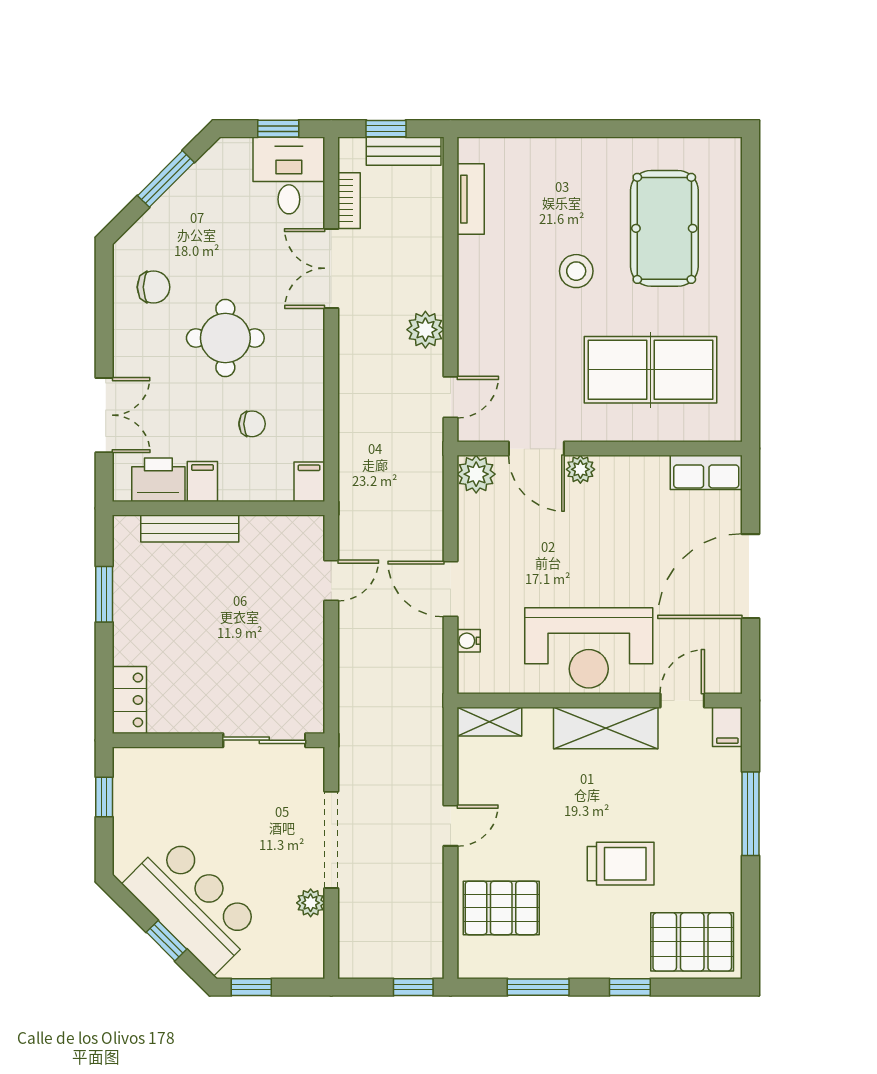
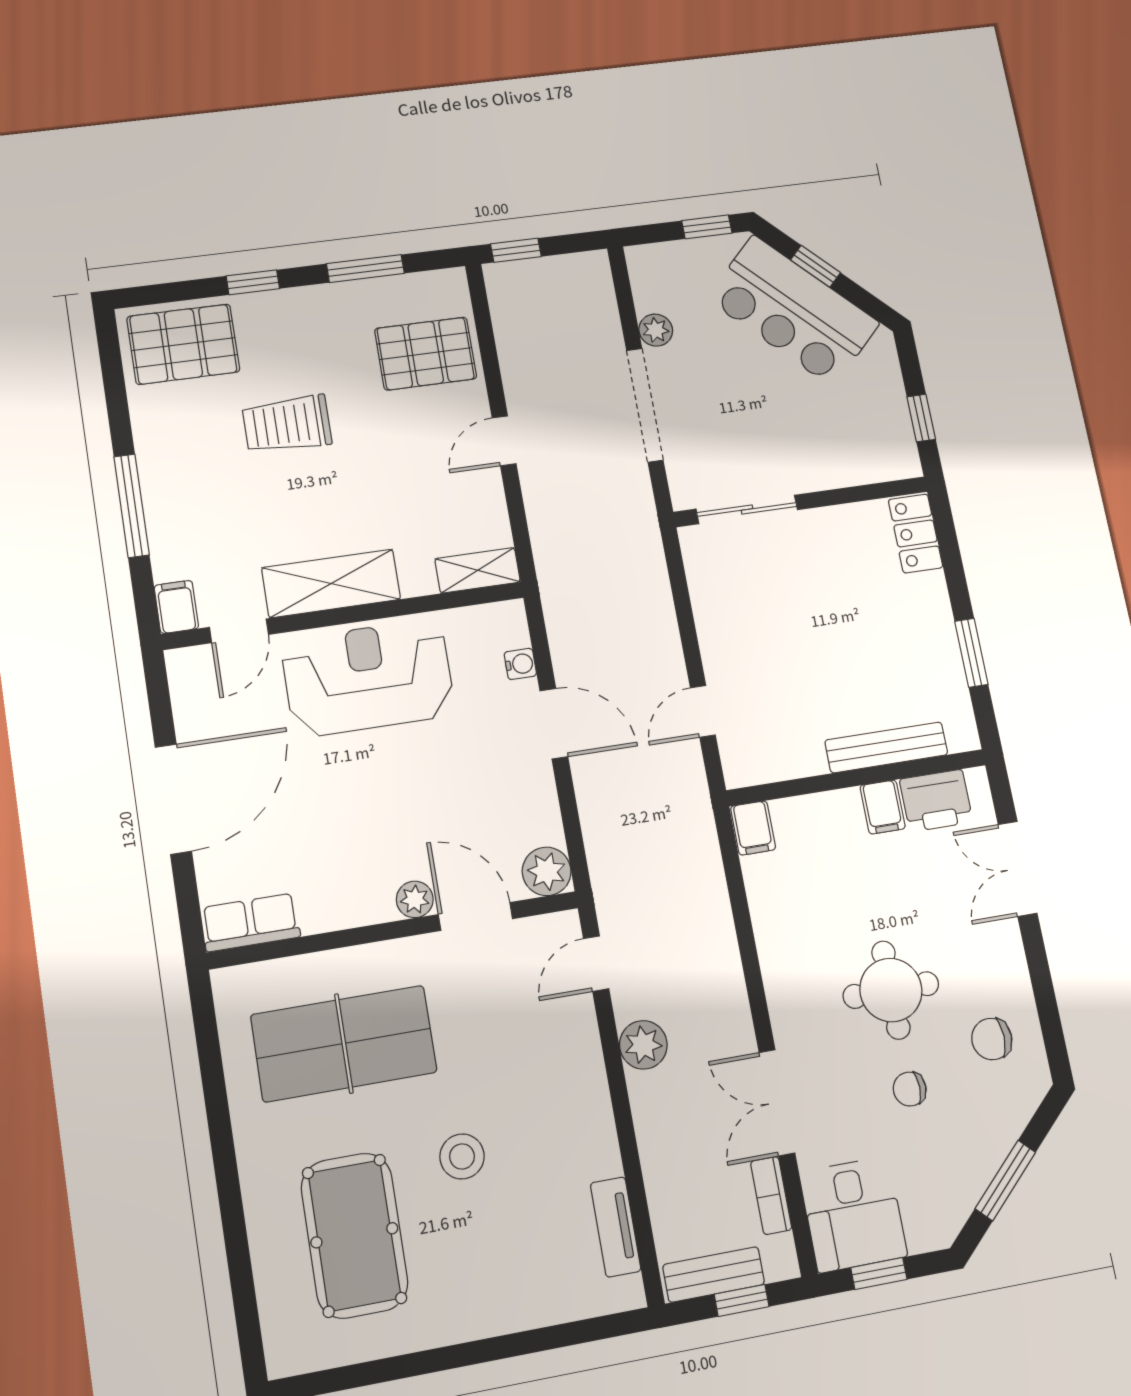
double door: (331, 268) -> (777, 1103), swing flipped
chair: (252, 424) -> (910, 1089), moved

